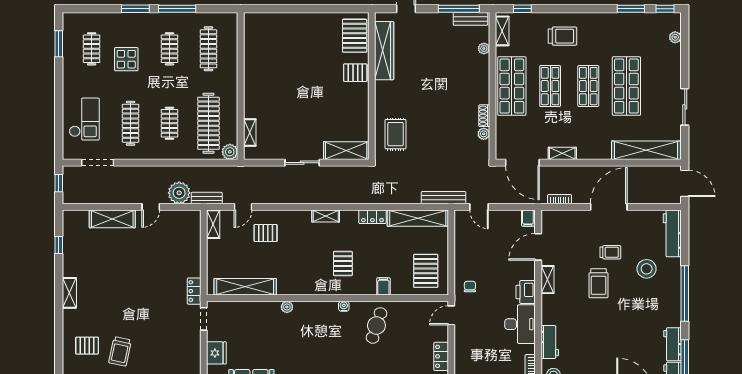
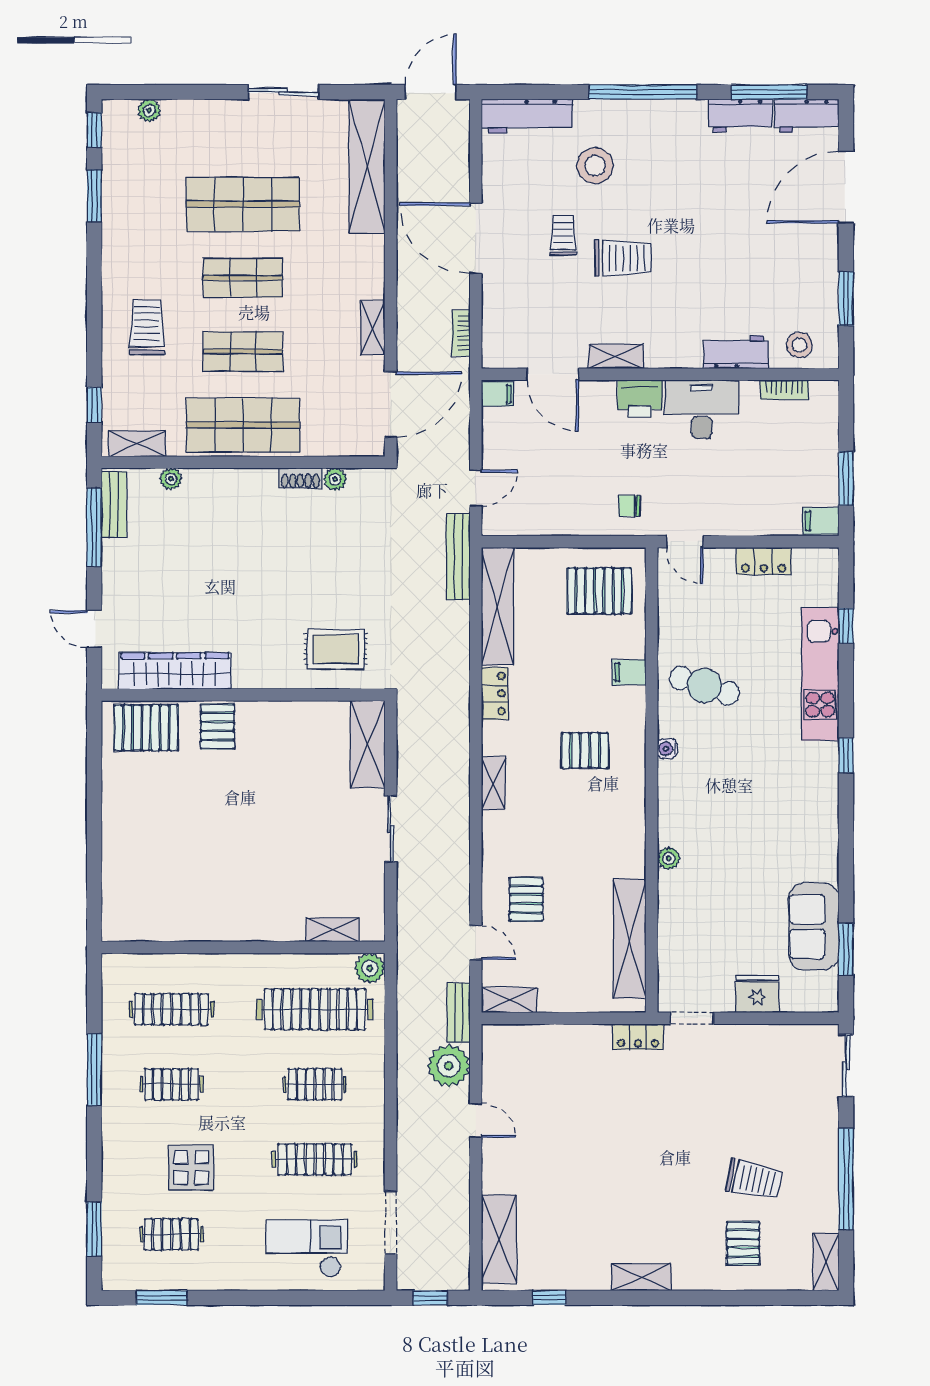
window: (135, 9) -> (94, 1229), moved
shelving: (112, 219) -> (499, 1239), moved

